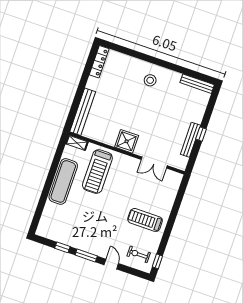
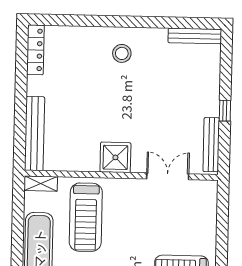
bench: (190, 140) -> (211, 145), moved
double door: (154, 163) -> (168, 176), swing flipped

